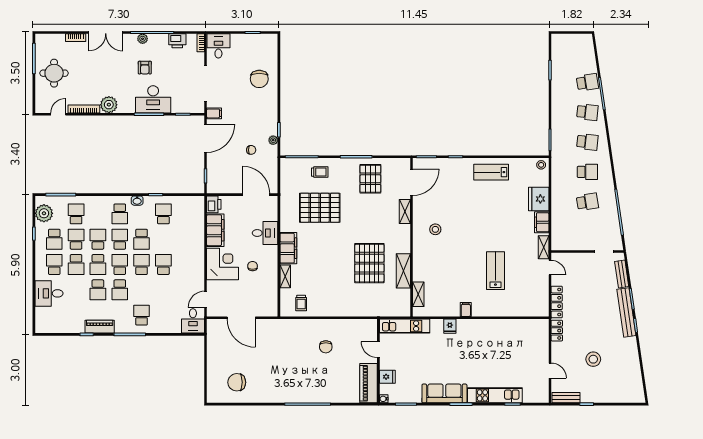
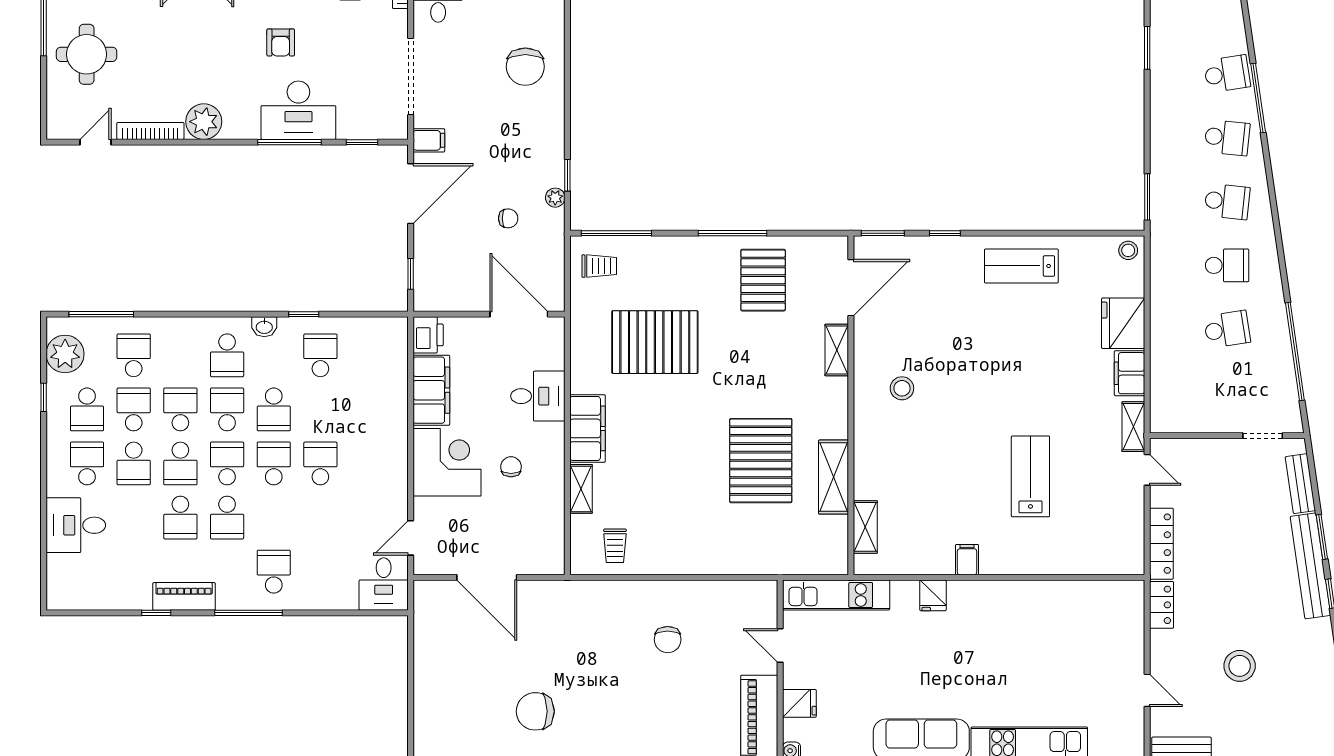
trolley: (320, 172) -> (599, 266), moved
chair: (237, 382) -> (535, 711), moved

